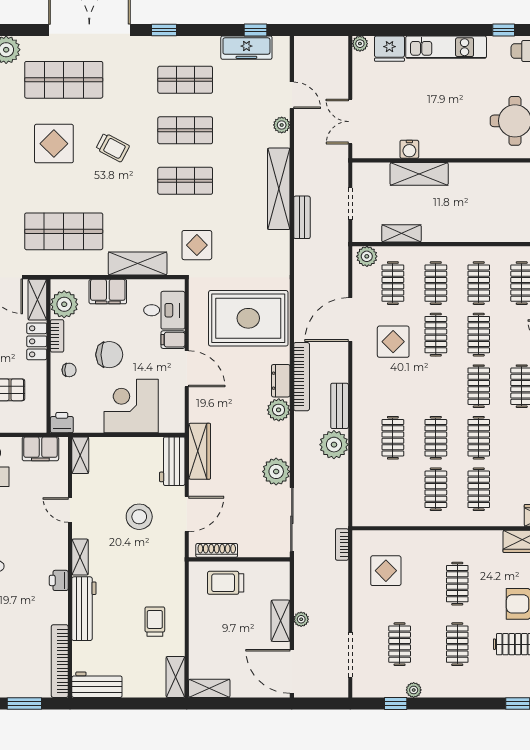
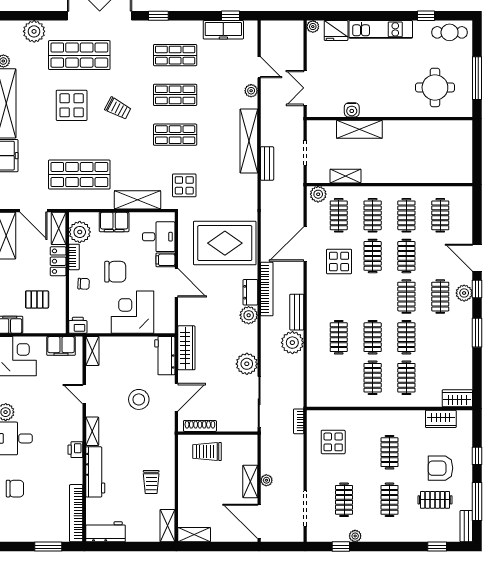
trolley: (155, 622) -> (151, 482), turned 180

